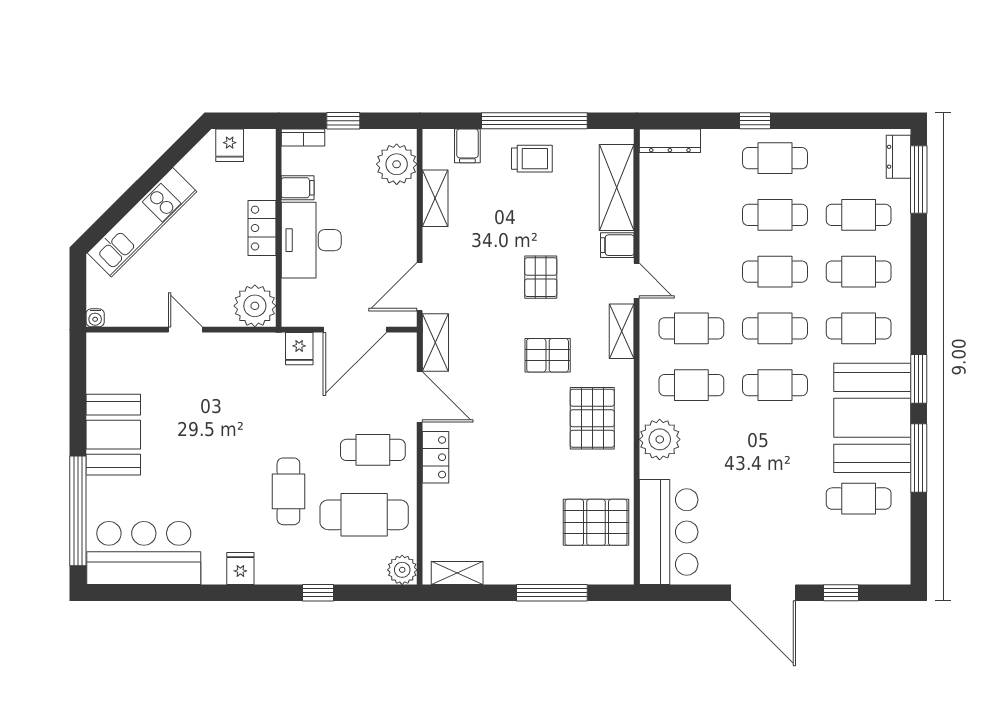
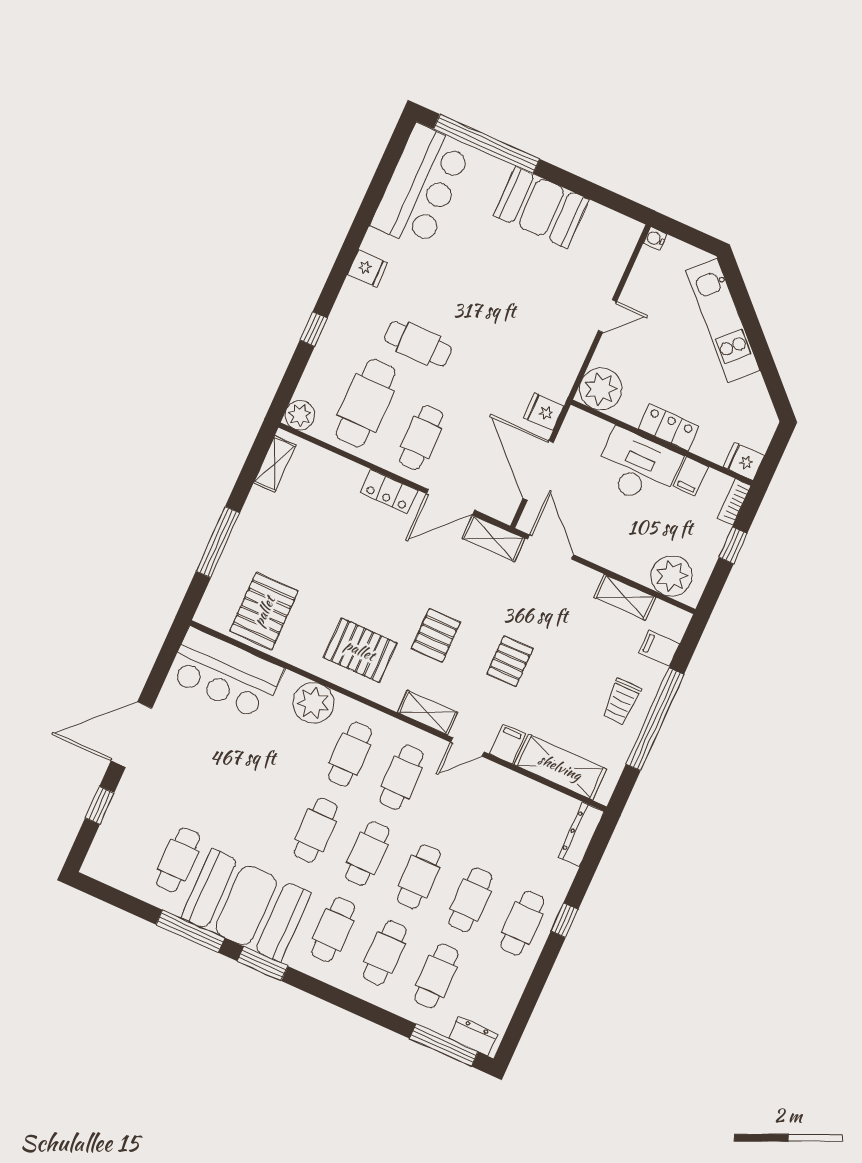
fridge: (230, 145) -> (744, 461), moved
pallet: (541, 277) -> (510, 661), turned 90

